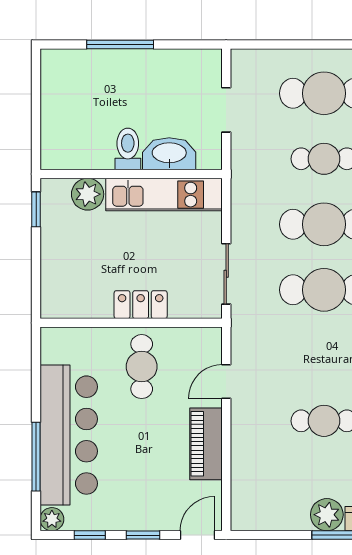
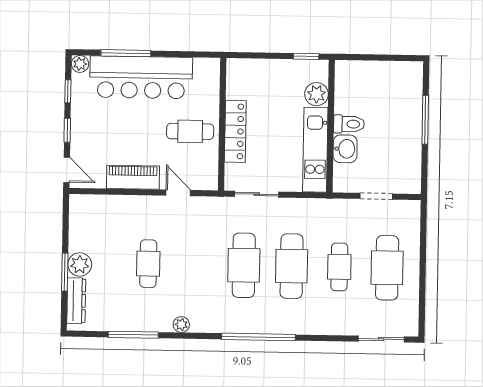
washbasin: (169, 154) -> (345, 149), width x0.72
locker: (141, 305) -> (235, 131), width x1.53

